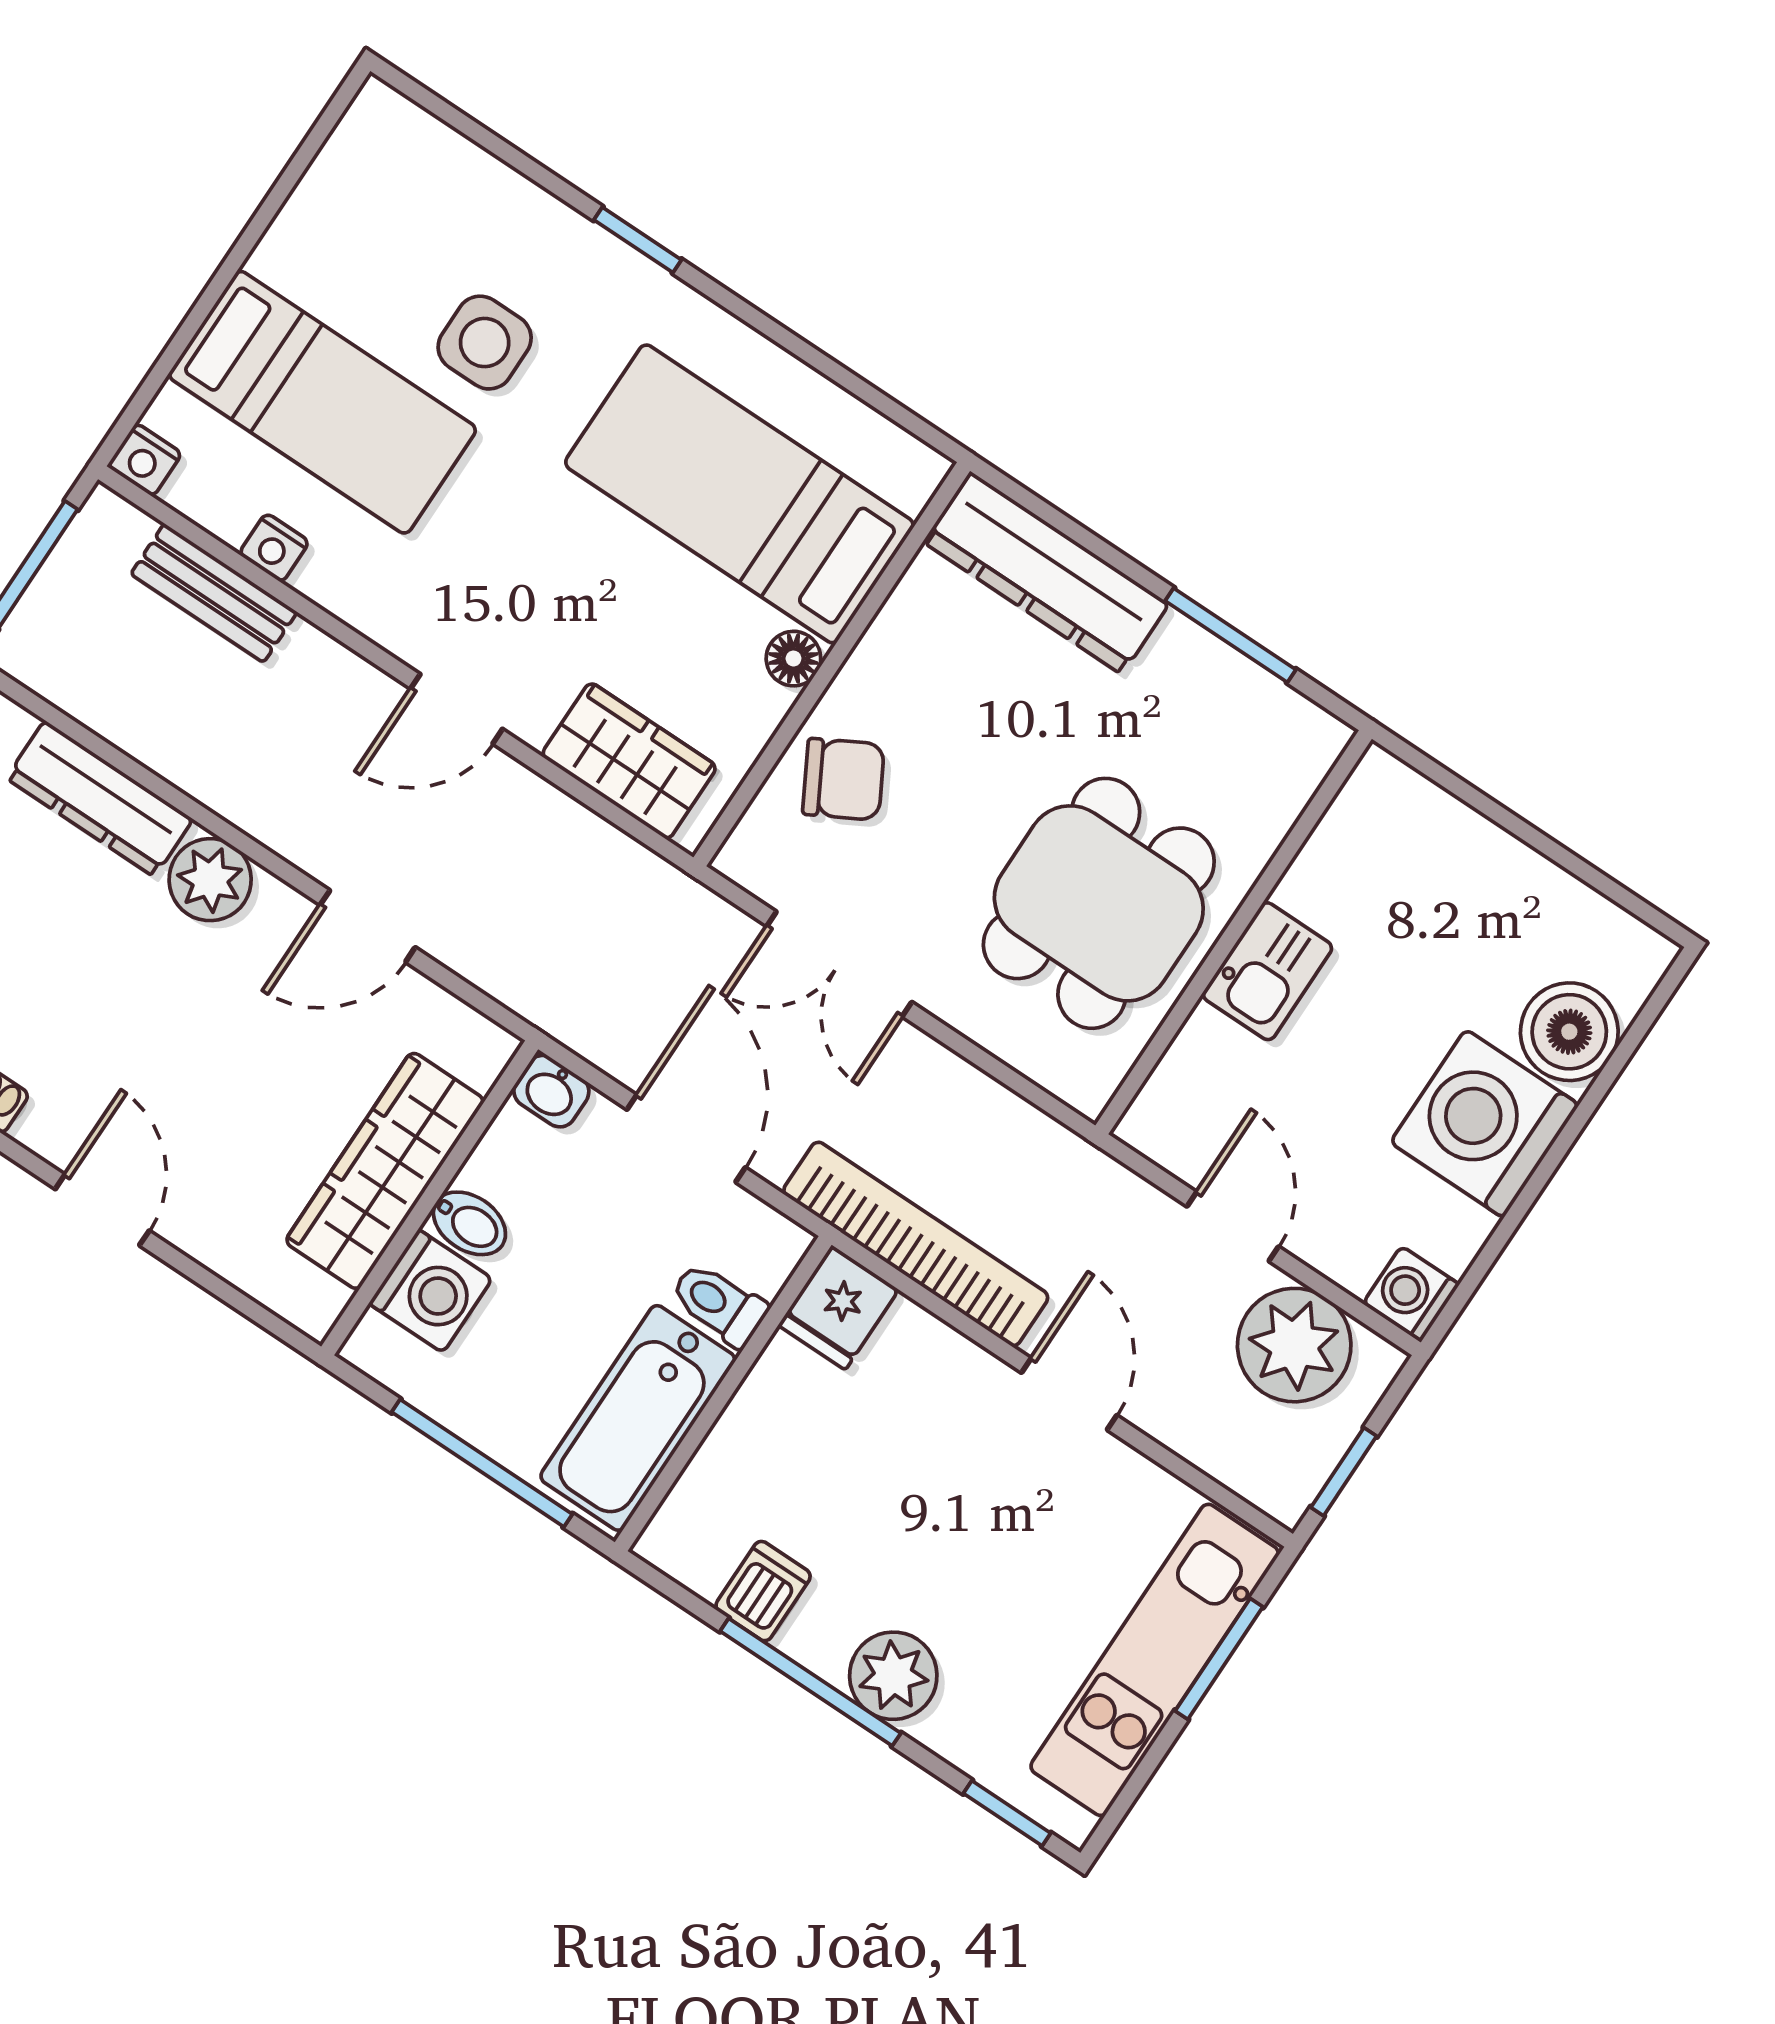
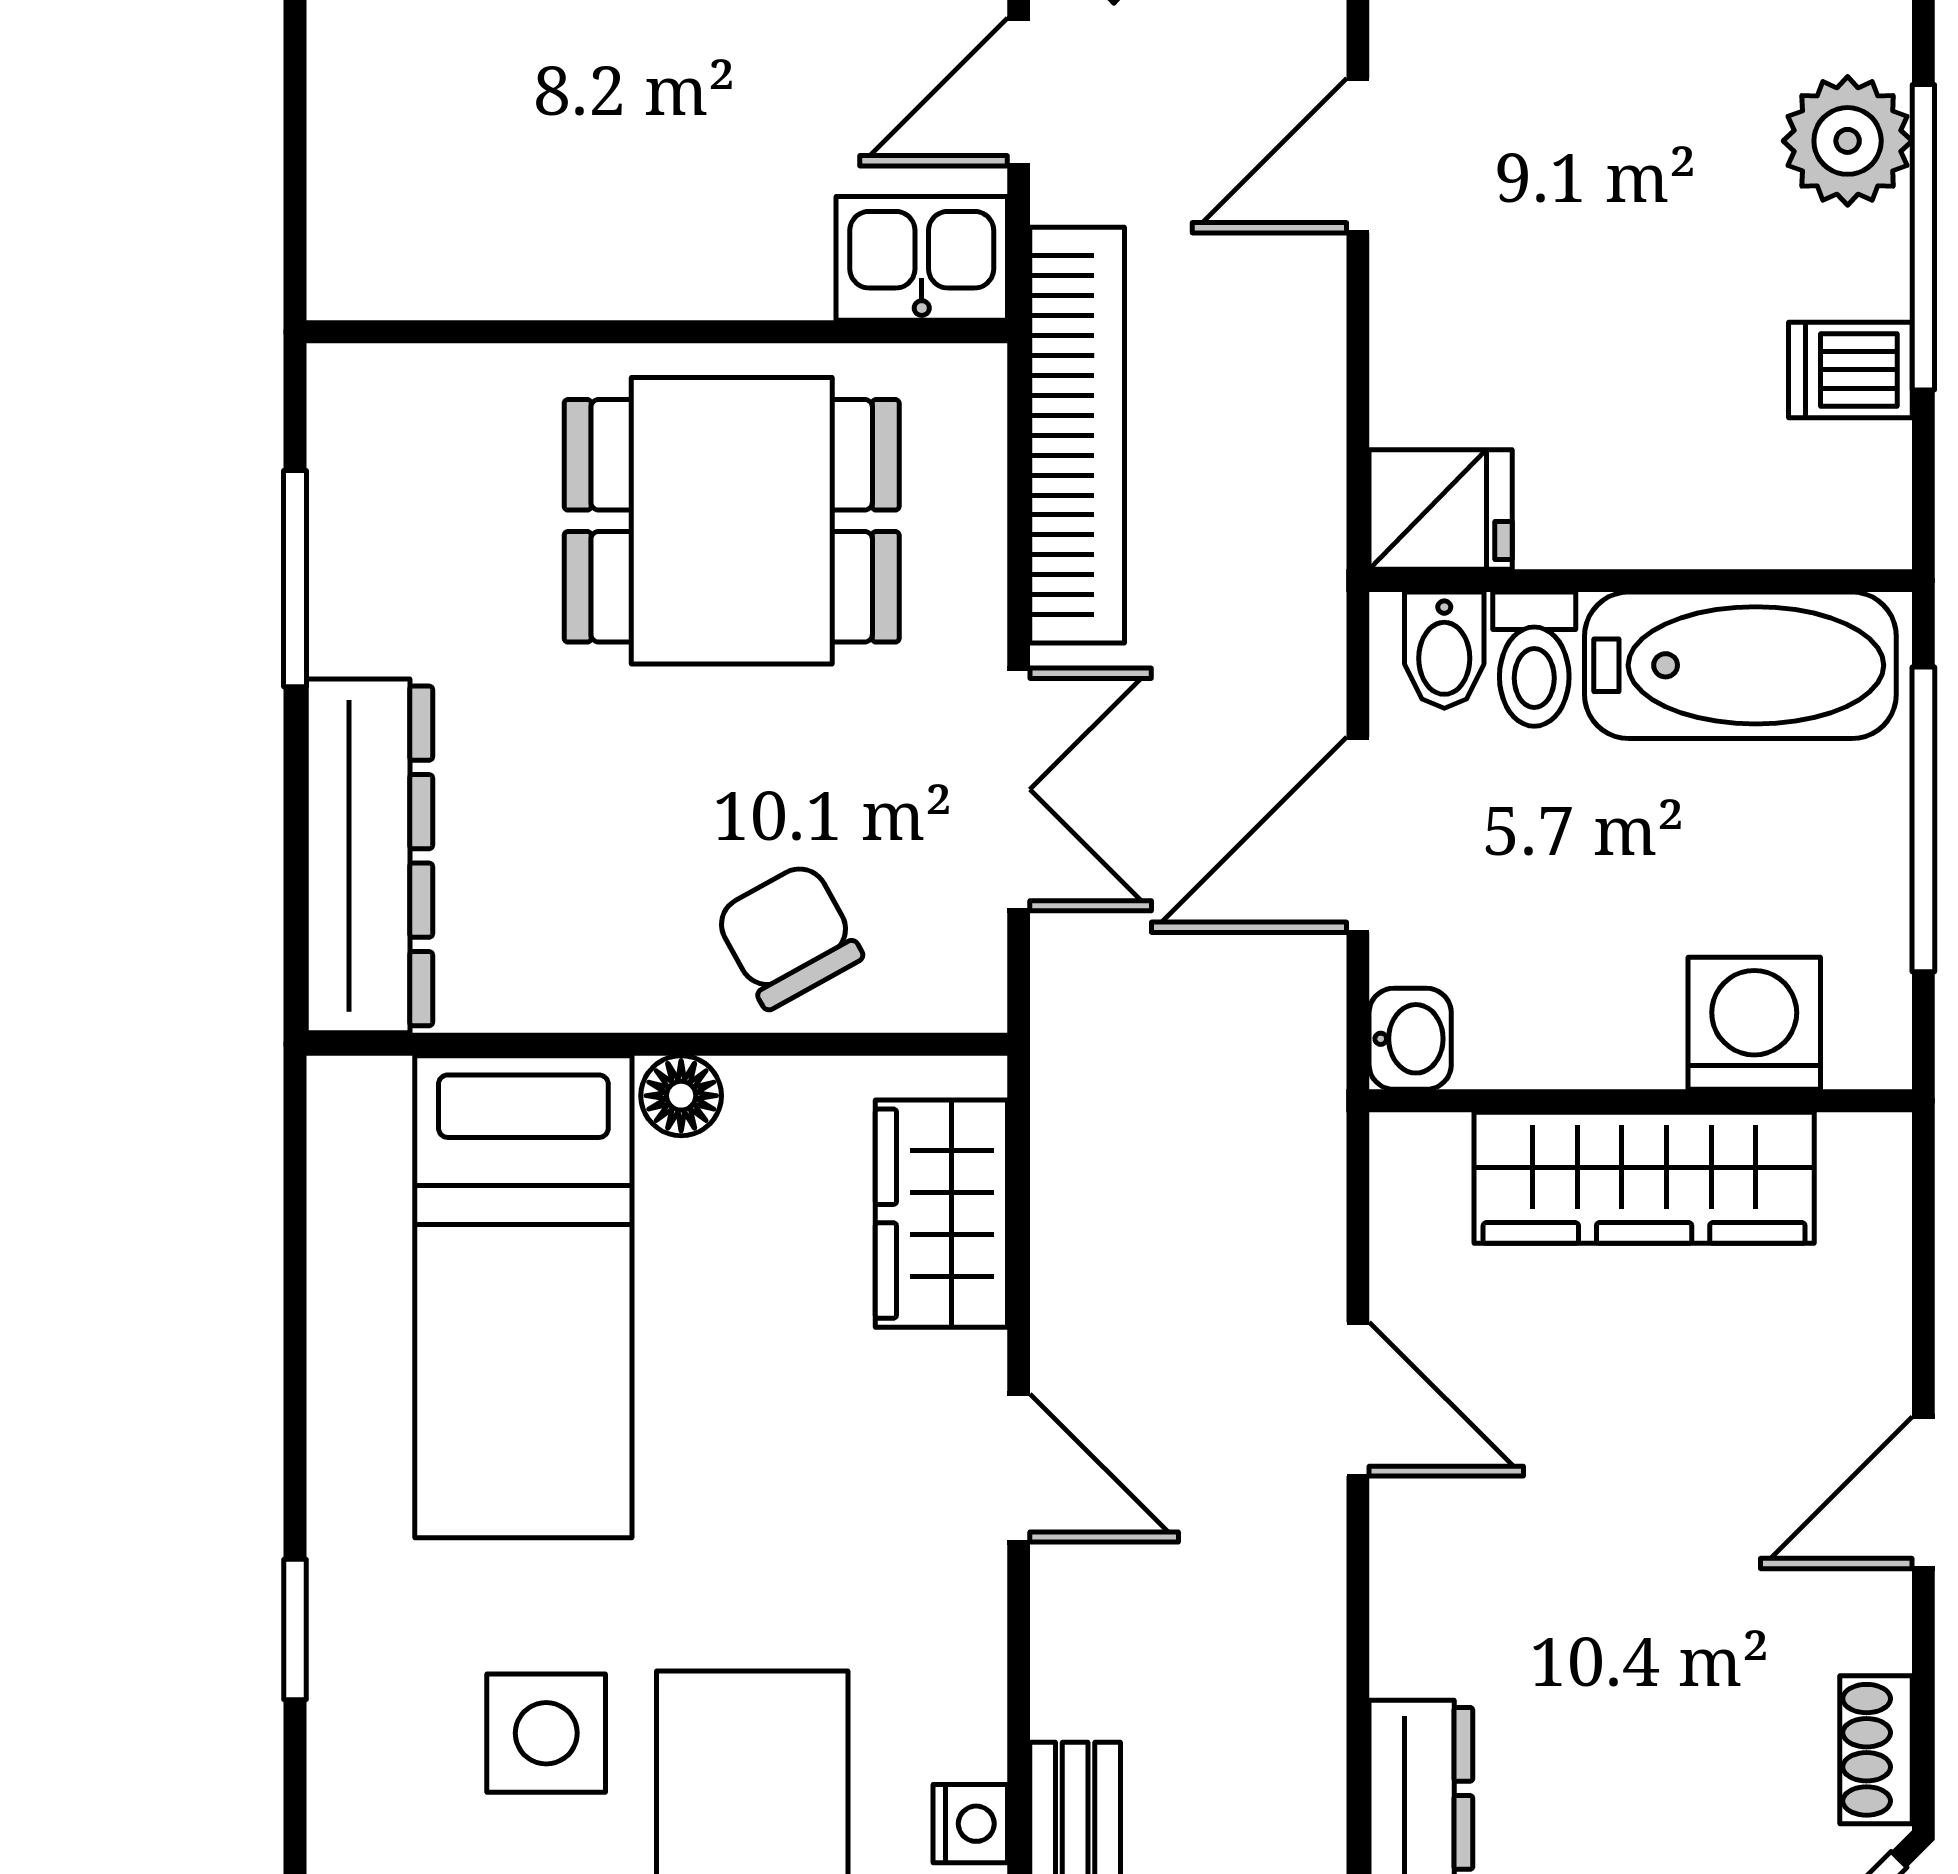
plant: (210, 880) -> (1430, 1631), removed
kitchen sink: (1267, 971) -> (922, 258), moved
bidet: (469, 1223) -> (1444, 650), moved, turned 180
bookcase: (916, 1244) -> (1077, 435), moved, turned 180

